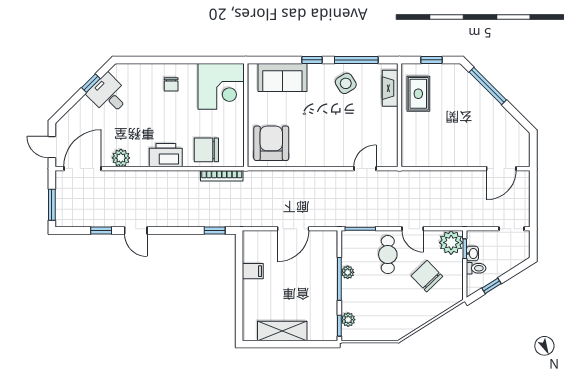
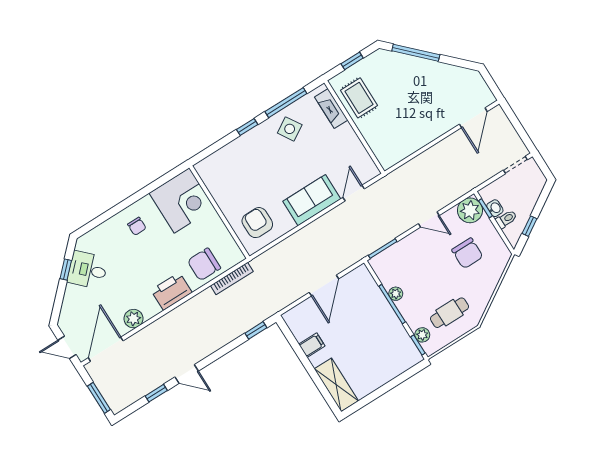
sofa: (282, 77) -> (312, 200), moved, turned 180
armchair: (271, 143) -> (257, 223), width x0.73, depth x0.73
cafe table: (388, 255) -> (450, 313), moved, turned 90
chair: (427, 276) -> (467, 253), turned -136
shelving: (282, 331) -> (336, 385), moved, turned 90

